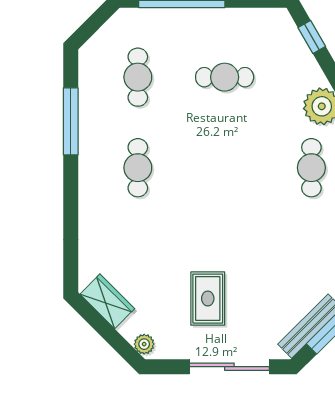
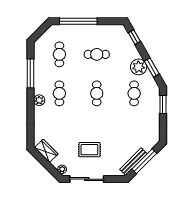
cafe table: (225, 168) -> (97, 93), added
plant: (91, 184) -> (39, 100), added
rug: (208, 299) -> (89, 150), turned 90
sliding door: (229, 367) -> (87, 179), moved

